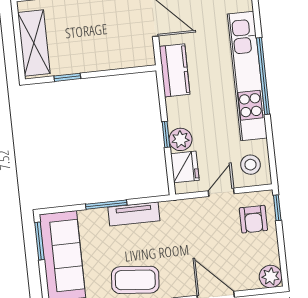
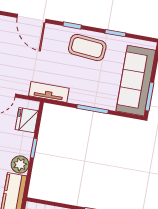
plant: (180, 139) -> (20, 164), moved
tv unit: (134, 214) -> (49, 92), moved

